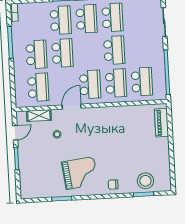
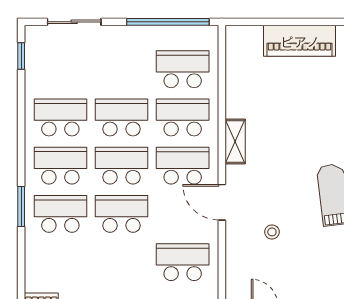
school desk: (36, 54) -> (122, 166), moved
shelving: (39, 115) -> (235, 141), moved
piano: (162, 123) -> (300, 41), moved, width x1.37, depth x1.33

